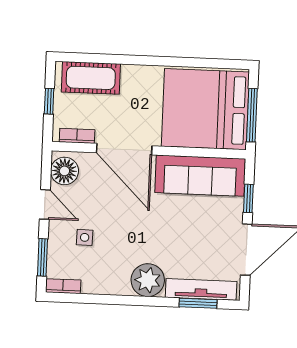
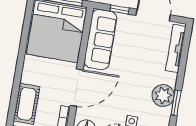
plant: (148, 280) -> (163, 95), moved
window: (198, 303) -> (176, 103), moved

